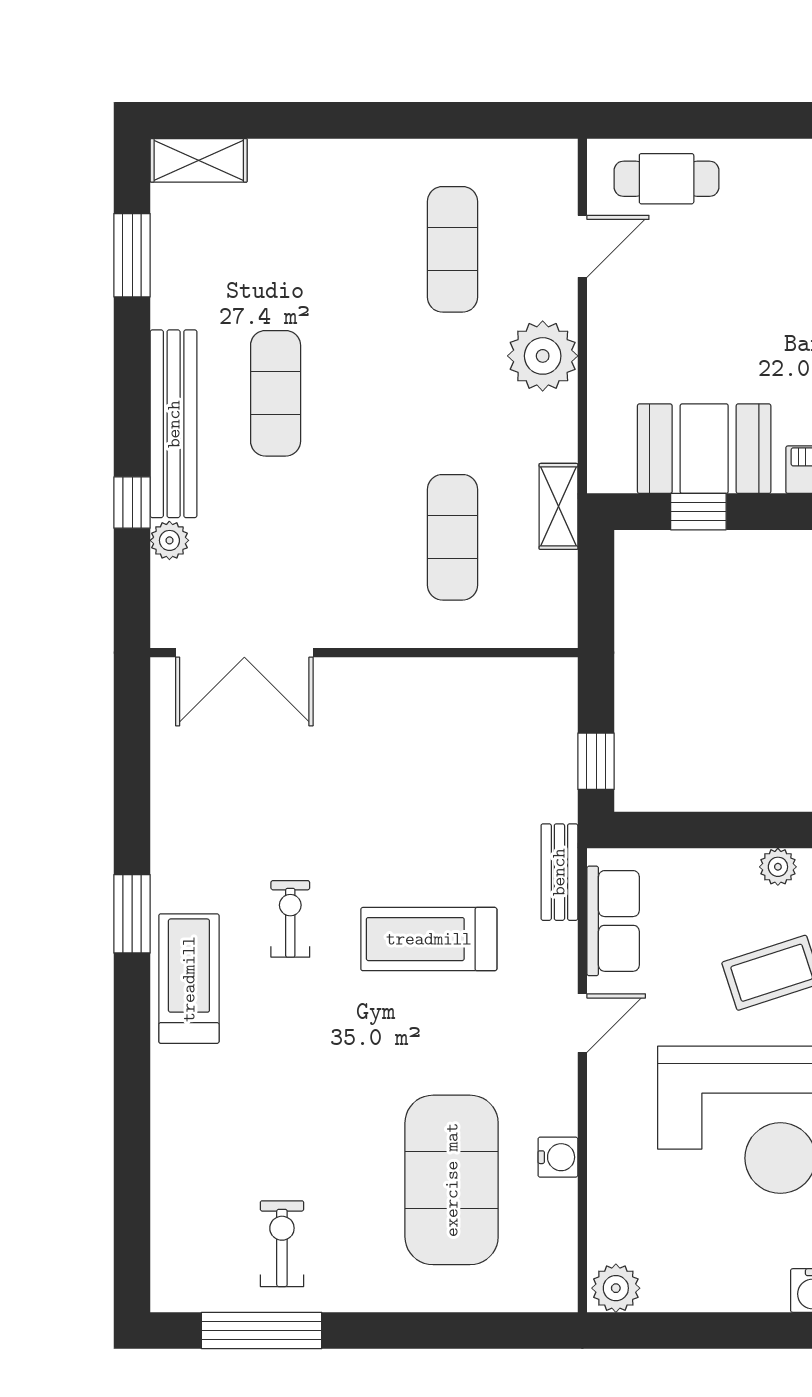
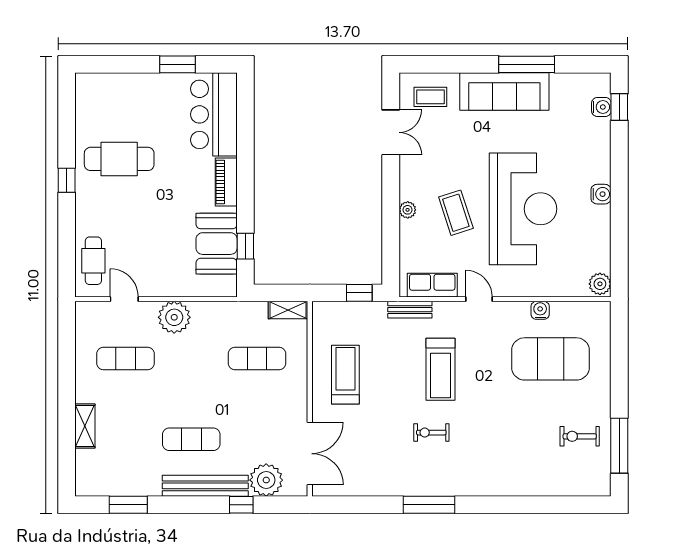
shelving: (199, 160) -> (85, 426), moved
shelving: (559, 506) -> (288, 310), moved
plant: (169, 540) -> (266, 480), width x1.88, depth x1.88
window: (132, 914) -> (429, 505), width x1.44
treadmill: (189, 979) -> (345, 375), moved, turned 90

